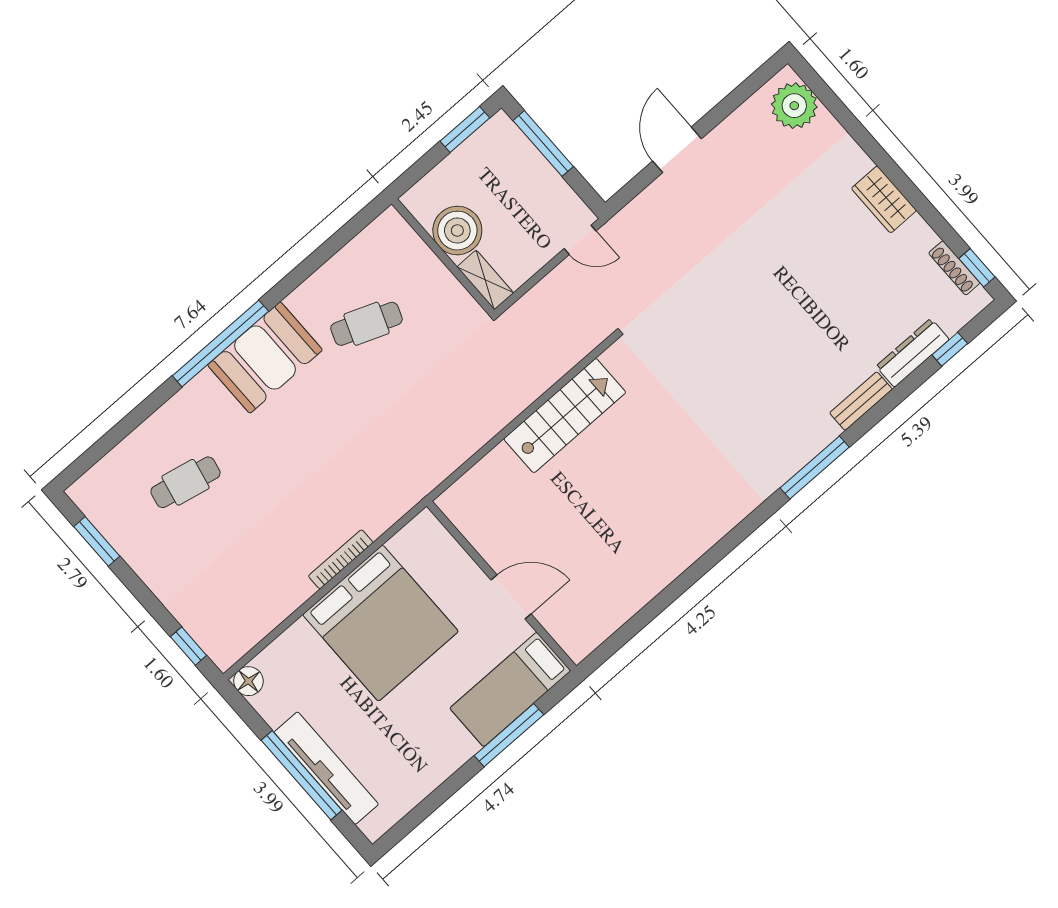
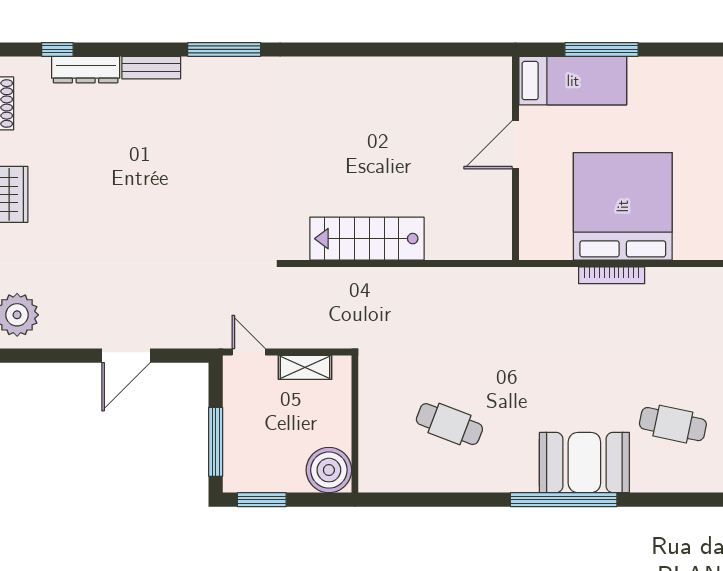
boiler: (457, 231) -> (329, 470), moved
shelving: (485, 280) -> (305, 367), moved, turned 90
booth: (265, 358) -> (584, 463), moved
door: (511, 597) -> (515, 145), hinge flipped

